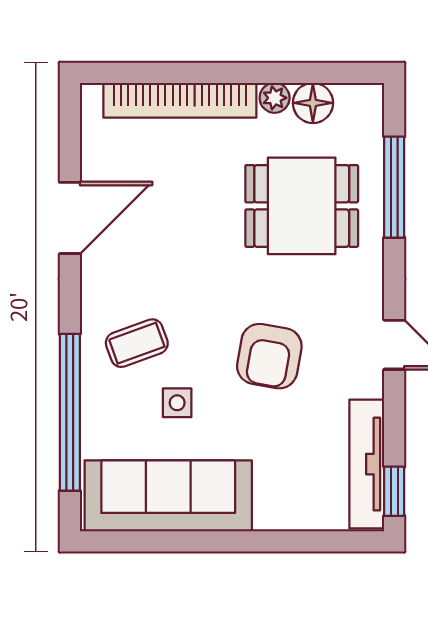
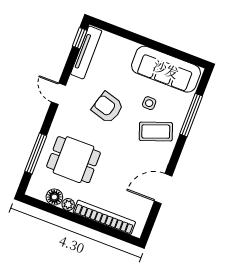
coffee table: (137, 343) -> (156, 132), width x1.36, depth x1.30
armchair: (269, 356) -> (107, 107), turned -84
window: (70, 412) -> (191, 115), width x0.68

